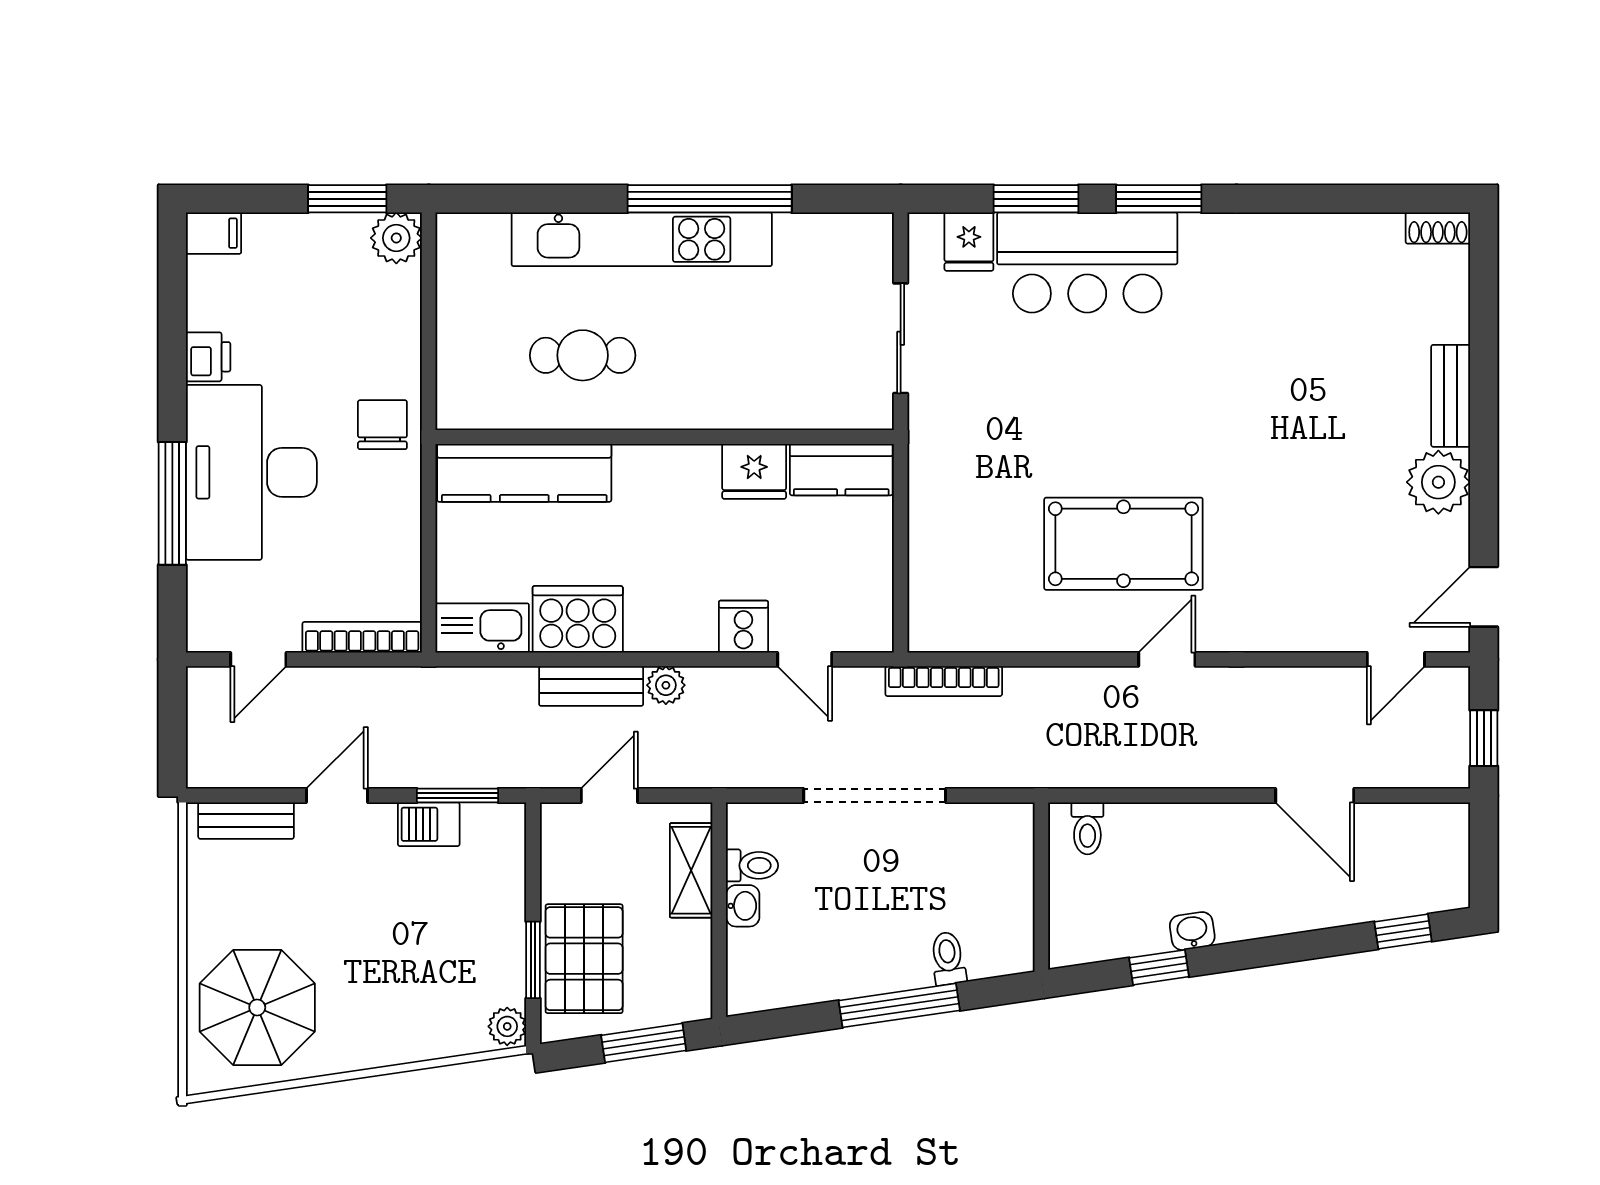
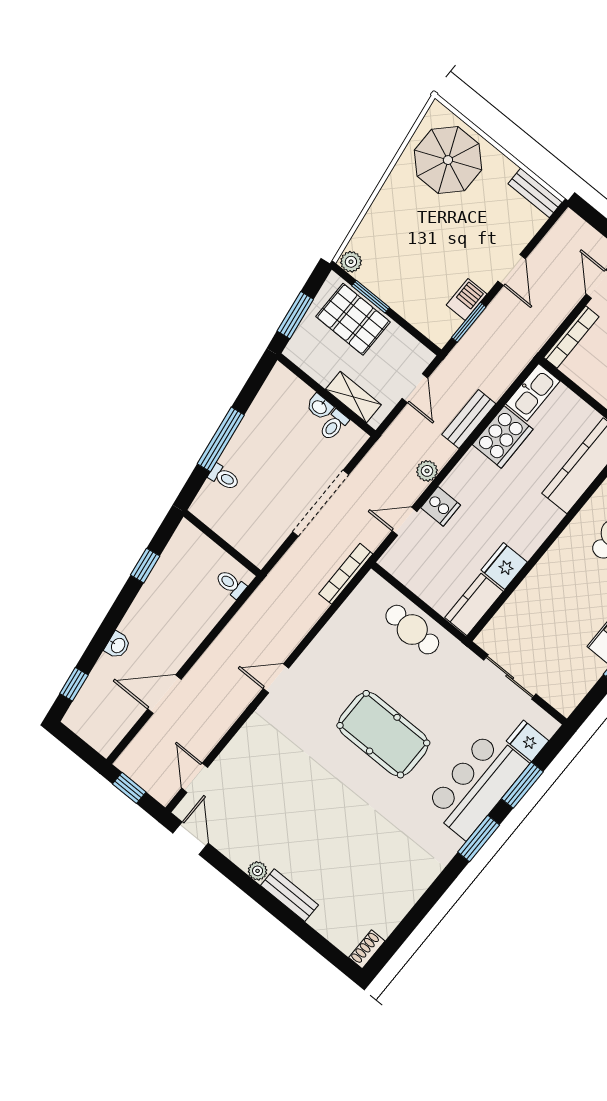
plant: (1438, 482) -> (258, 871), width x0.53, depth x0.53
cafe table: (946, 526) -> (412, 630), added
pool table: (1123, 544) -> (383, 734), moved, turned 90
door: (1167, 659) -> (276, 678), swing flipped
plant: (666, 685) -> (427, 471), moved
bench: (246, 821) -> (535, 193), moved, turned 90
washbasin: (1192, 931) -> (118, 645), moved

